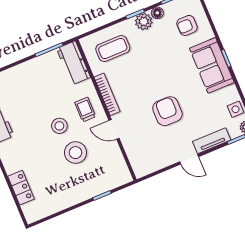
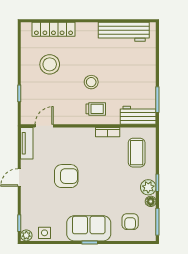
armchair: (187, 25) -> (130, 222), turned 180
bookcase: (107, 94) -> (108, 132), width x0.64
door: (114, 129) -> (44, 126), moved
tv unit: (212, 141) -> (27, 143), moved
stool: (75, 153) -> (50, 64), moved
locker: (21, 188) -> (53, 29), width x1.53

